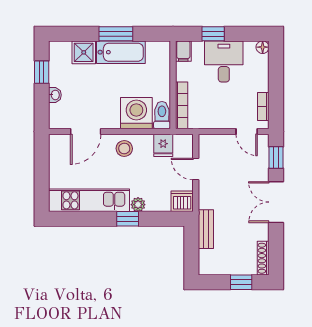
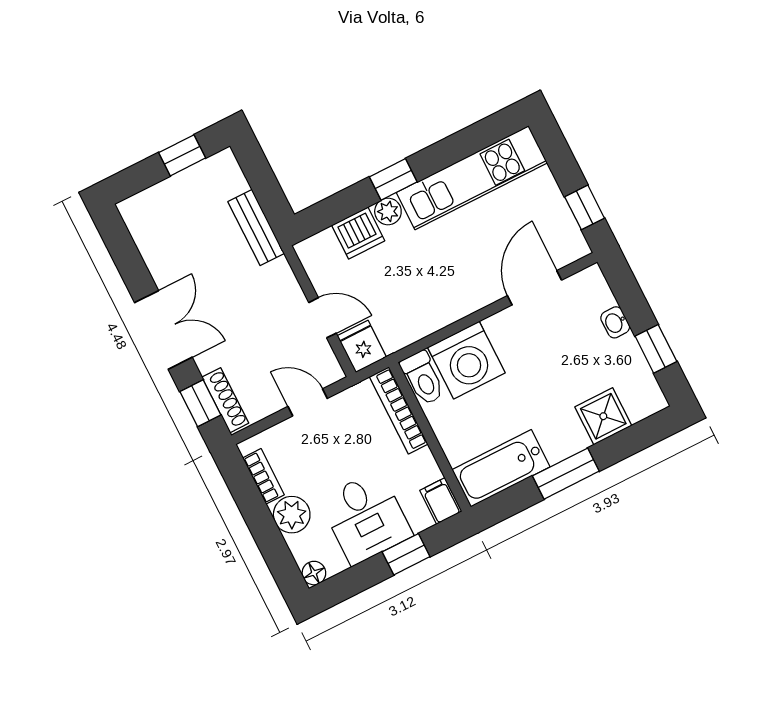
bathtub: (121, 52) -> (501, 468), moved
plant: (259, 81) -> (292, 515), added
door: (247, 132) -> (308, 402), moved
fridge: (163, 145) -> (362, 346), moved
stool: (124, 149) -> (457, 292), removed
window: (42, 158) -> (585, 207), added
dishwasher: (182, 201) -> (358, 233), moved
shoe rack: (263, 258) -> (225, 400), moved
window: (241, 282) -> (182, 155), moved

